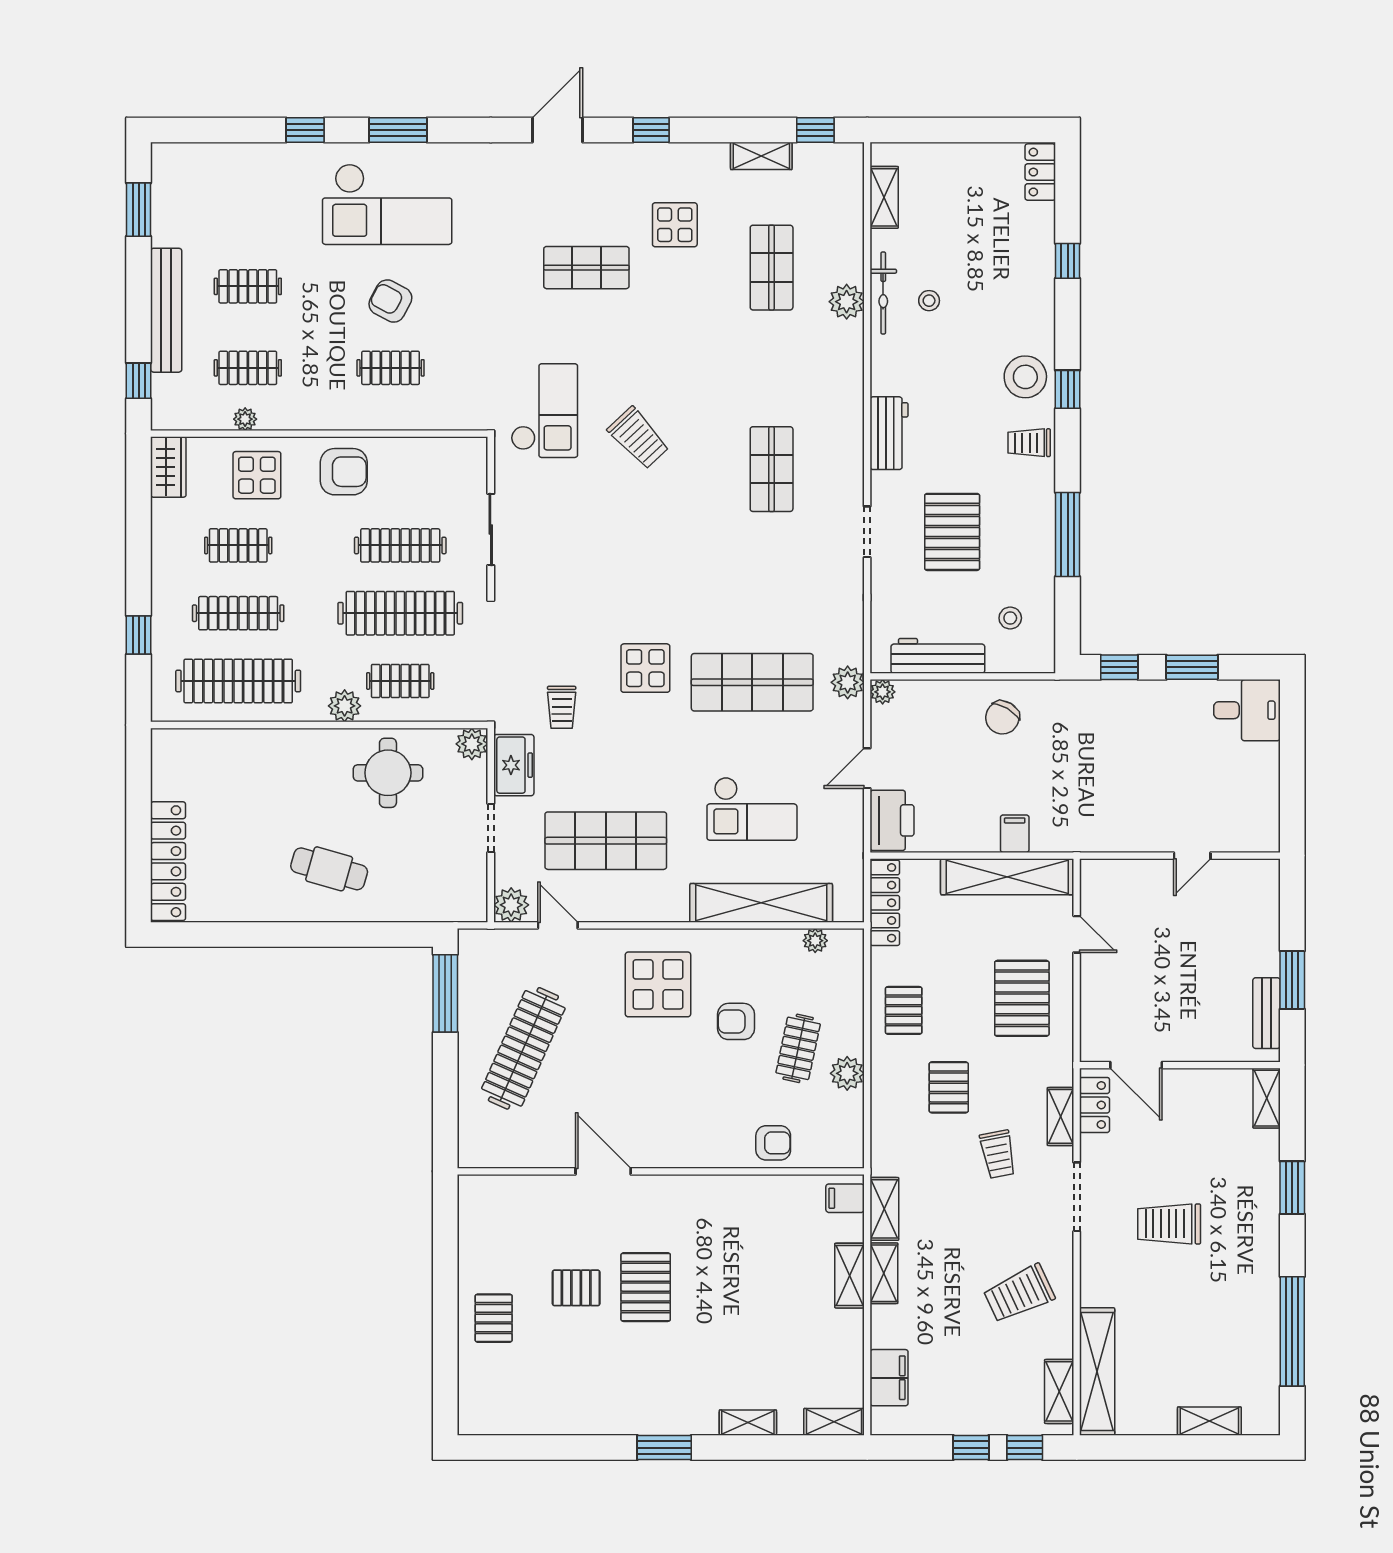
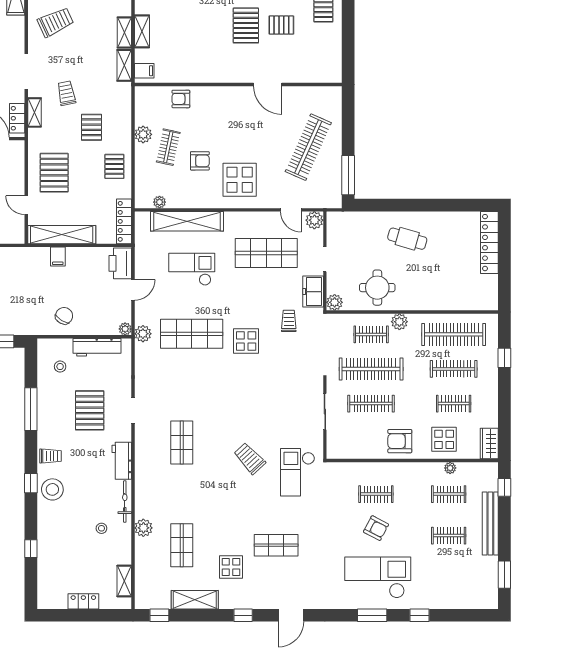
shelving: (761, 156) -> (195, 600), width x1.50, depth x1.33
locker: (1040, 172) -> (83, 601), moved, turned -90
bicycle: (883, 293) -> (125, 502), moved

